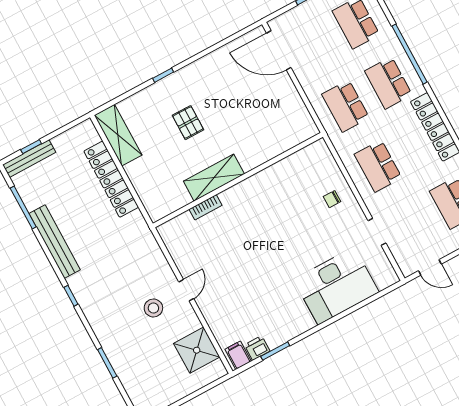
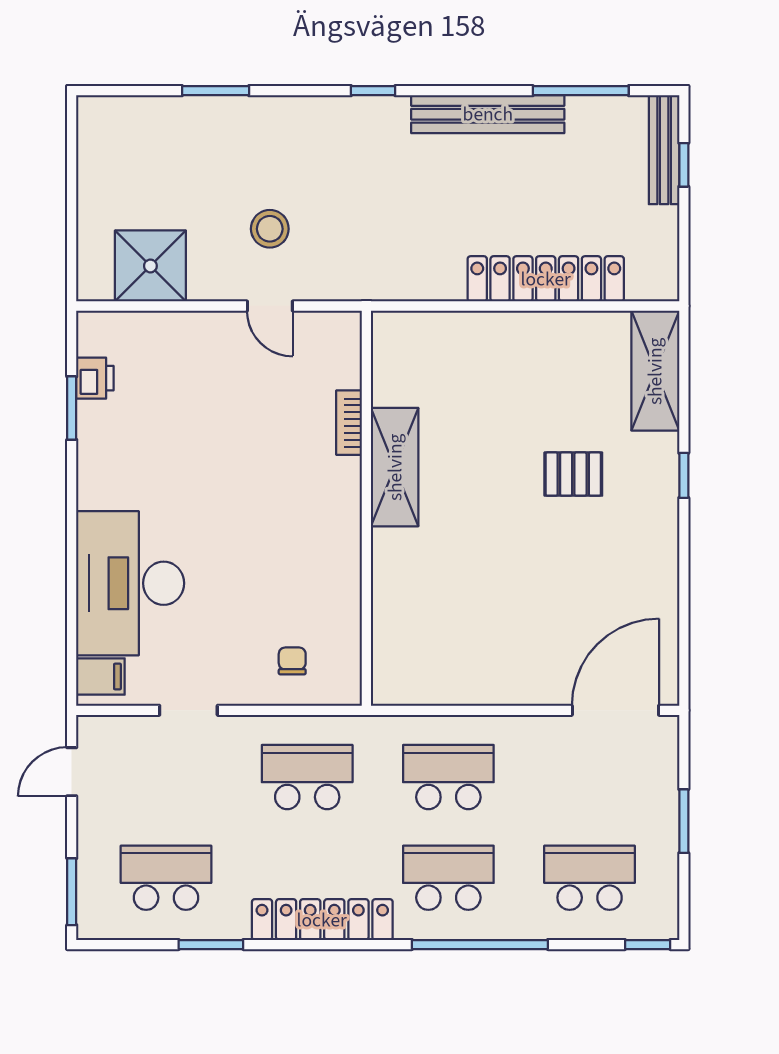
shelving: (118, 135) -> (655, 371), moved, turned 90
shelving: (214, 178) -> (395, 467), moved
wall: (238, 180) -> (366, 508), moved
bookcase: (206, 207) -> (349, 423), moved
filing cabinet: (238, 355) -> (100, 677), moved

